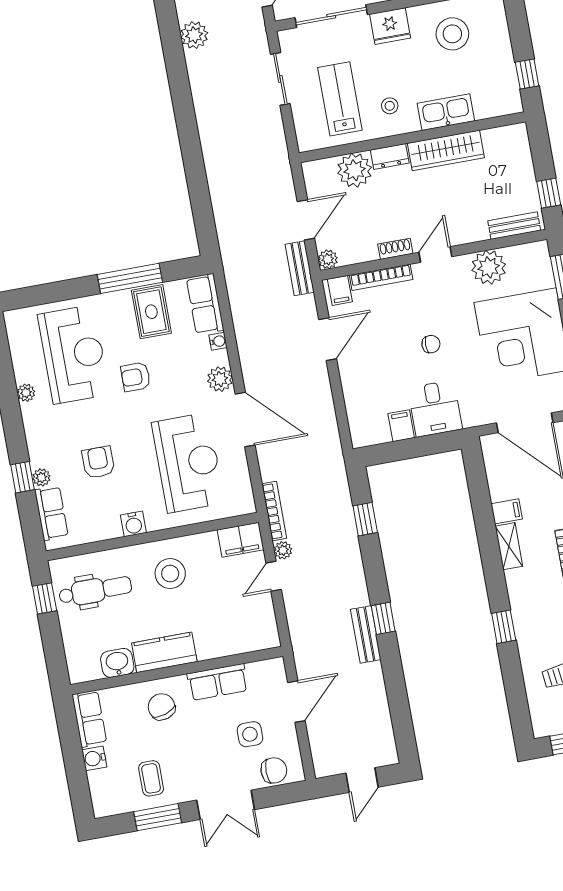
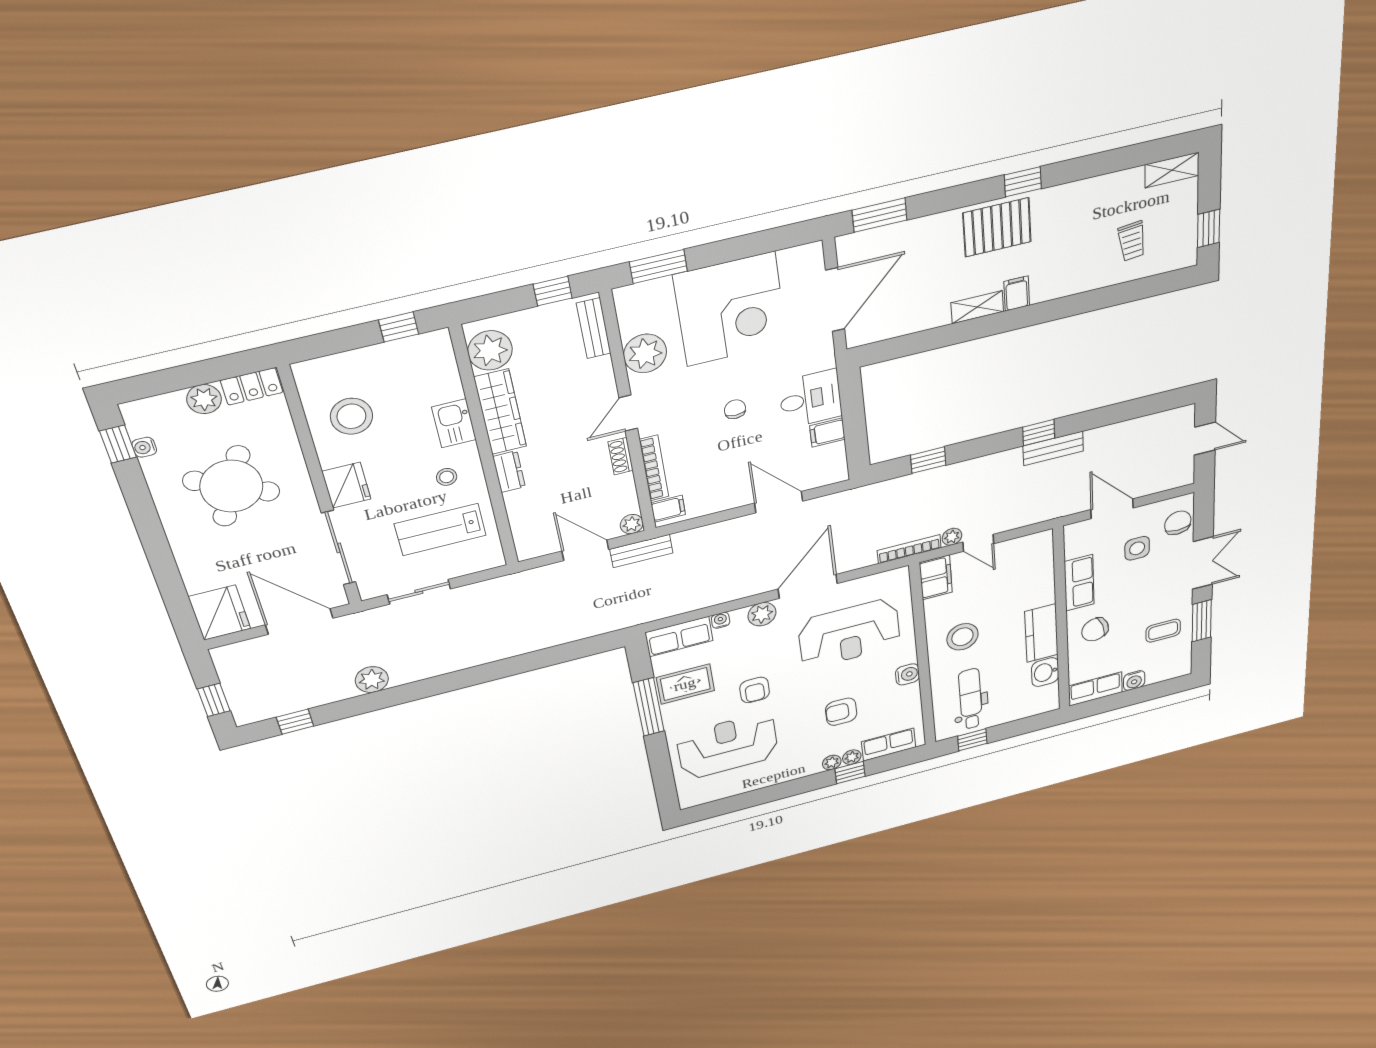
kitchen sink: (446, 112) -> (454, 423), width x0.73
plant: (355, 170) -> (490, 350), moved
door: (435, 255) -> (628, 413), hinge flipped
door: (328, 339) -> (779, 502), moved
plant: (26, 393) -> (832, 762), moved
reception desk: (188, 463) -> (849, 634), turned 180
filing cabinet: (507, 511) -> (1017, 293), moved
window: (504, 627) -> (1067, 306), removed

